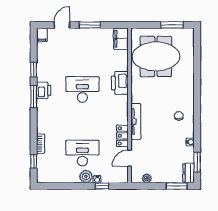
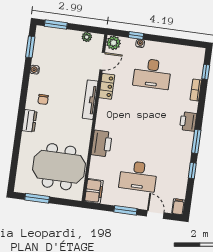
door: (62, 25) -> (155, 214), swing flipped
printer: (44, 90) -> (188, 121), moved
desk: (82, 90) -> (138, 176), moved
dresser: (189, 173) -> (29, 121), moved
plant: (86, 176) -> (114, 43), moved

